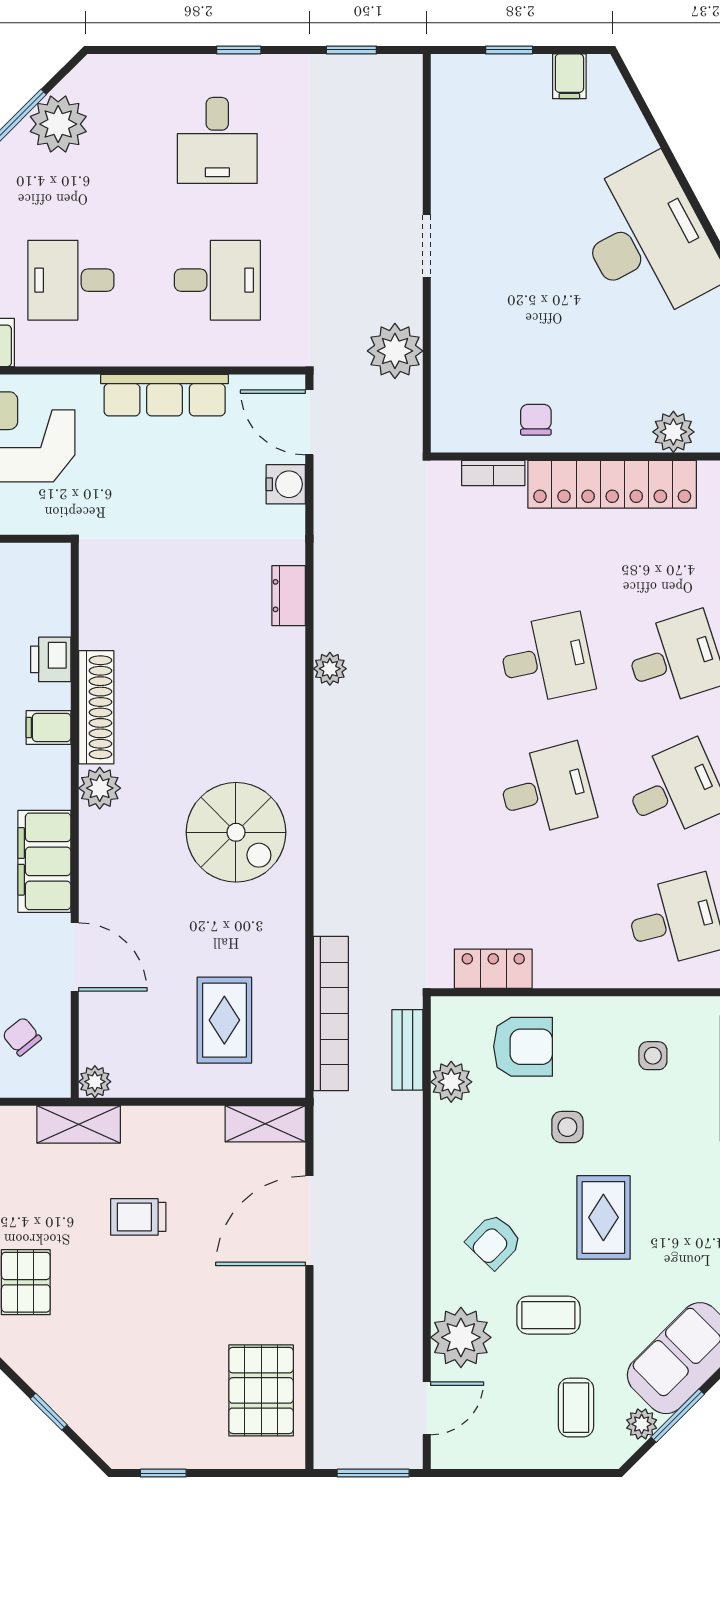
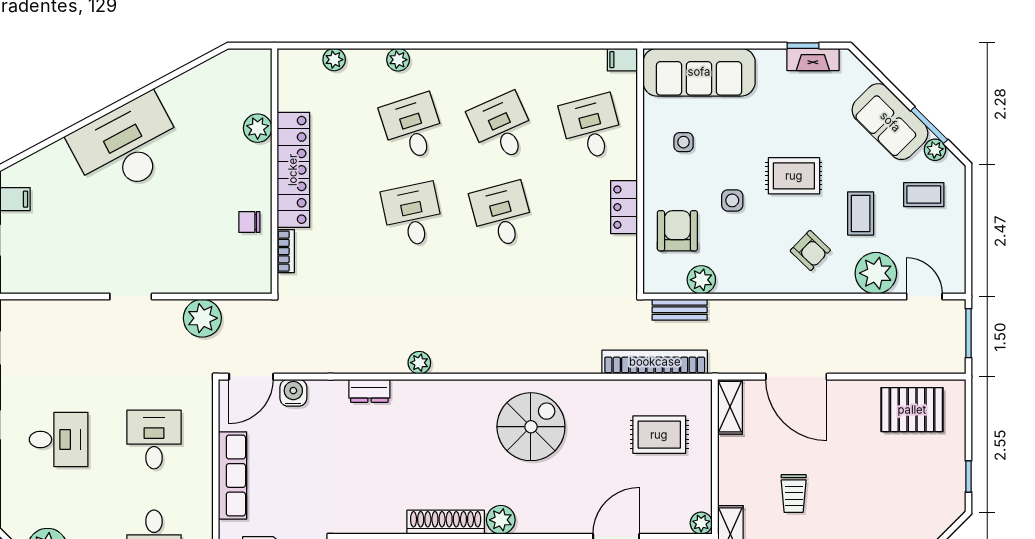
locker: (493, 969) -> (624, 207), moved

